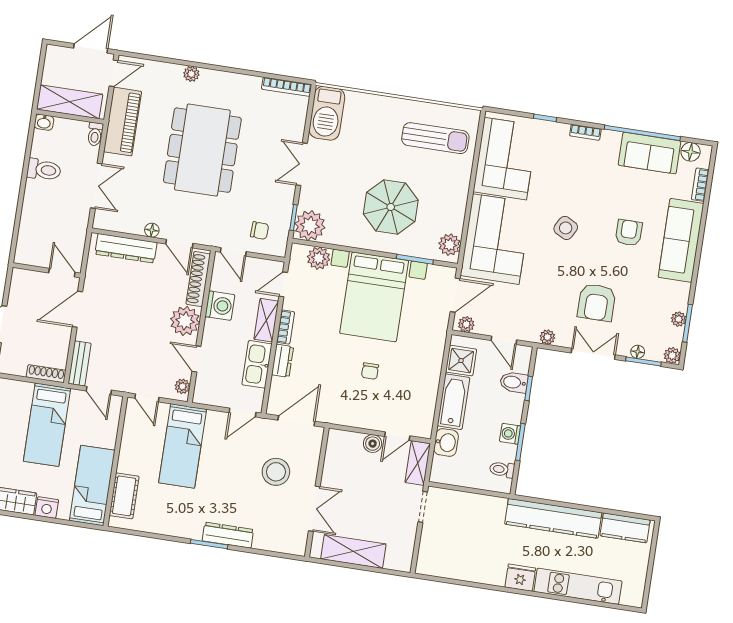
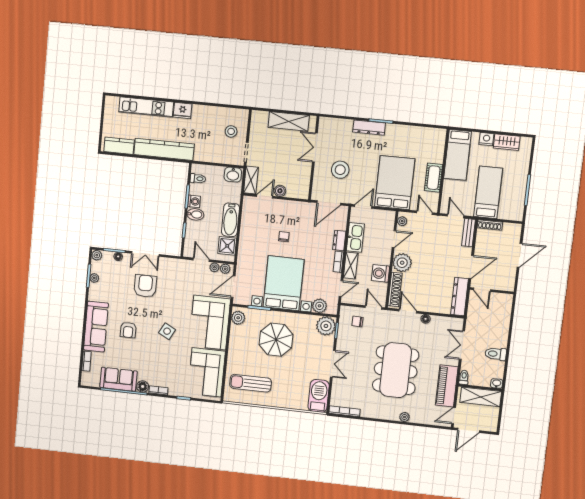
floor lamp: (691, 152) -> (143, 386), moved
dresser: (126, 248) -> (460, 297), moved, turned -90
plant: (547, 337) -> (214, 267), moved
door: (196, 359) -> (394, 239), hinge flipped
bidet: (514, 382) -> (195, 214), moved
washbasin: (446, 442) -> (233, 175), moved, turned -90
bed: (183, 446) -> (395, 183), width x1.50
cot: (124, 496) -> (434, 178), moved
stool: (445, 541) -> (231, 131), added

